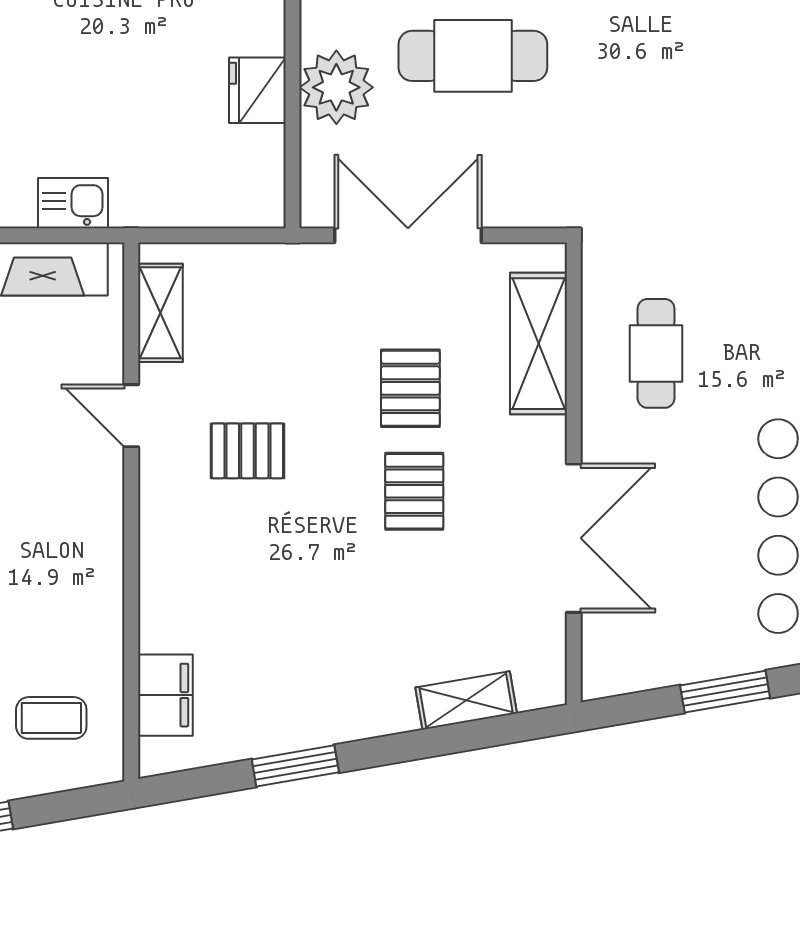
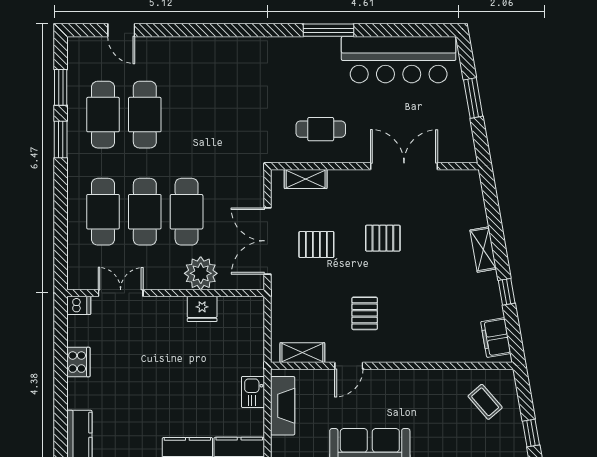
shelving: (538, 344) -> (306, 179), width x0.67, depth x0.75
pallet: (410, 388) -> (316, 245), moved
filing cabinet: (165, 695) -> (496, 338), moved, turned -100
shelving: (466, 700) -> (483, 249), moved
coffee table: (51, 718) -> (485, 402), turned -41
window: (295, 766) -> (507, 292), width x0.67

